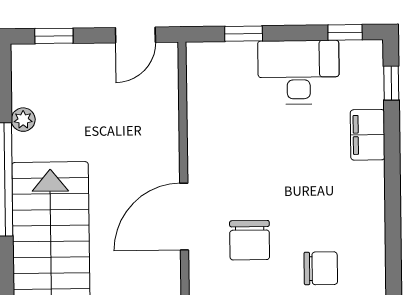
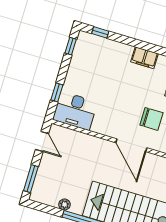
window: (54, 36) -> (31, 179), width x1.50
desk: (299, 72) -> (75, 111), moved, turned -90
filing cabinet: (368, 135) -> (145, 58), moved

